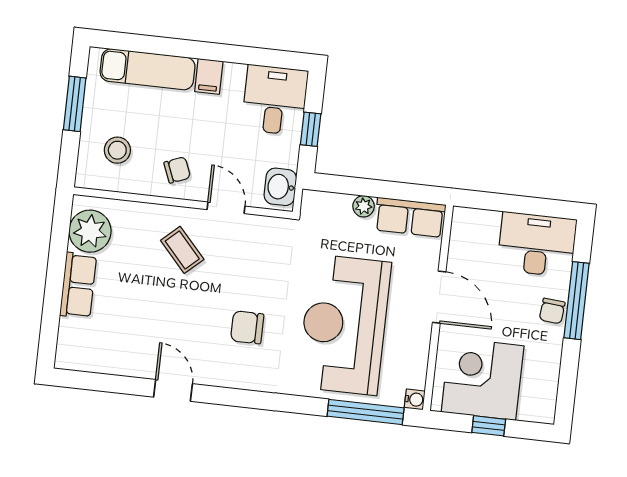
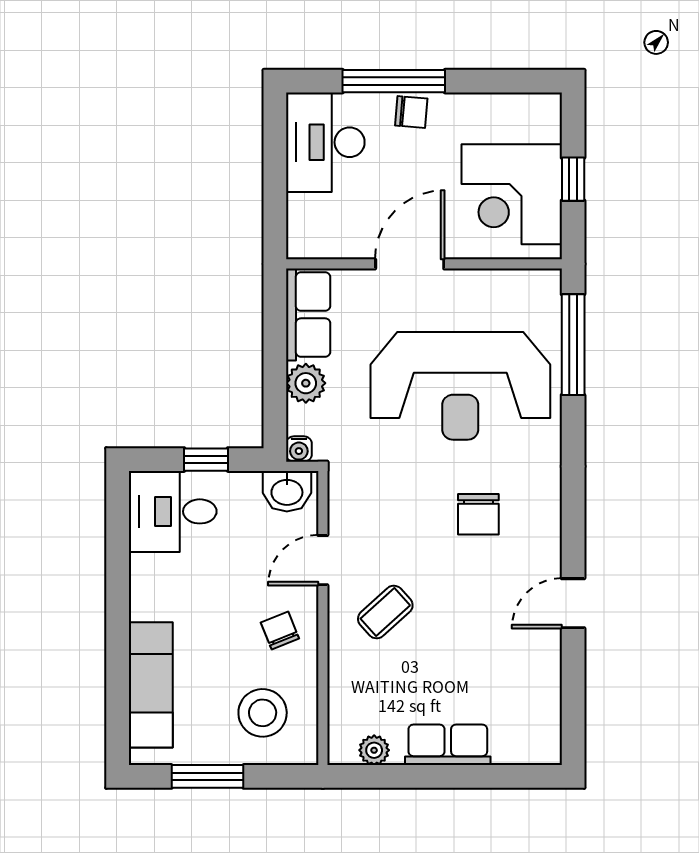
filing cabinet: (209, 76) -> (151, 603), removed
stool: (117, 150) -> (263, 713), width x1.38, depth x1.38
plant: (364, 206) -> (306, 383), width x1.38, depth x1.38
plant: (90, 231) -> (374, 750), width x0.53, depth x0.53
water cooler: (415, 399) -> (299, 449), moved, turned 180

